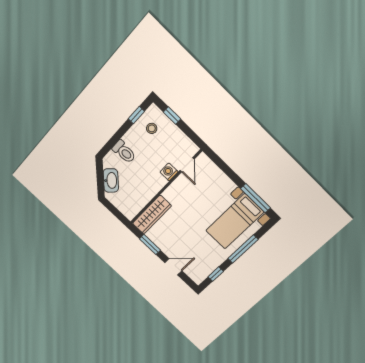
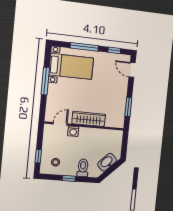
window: (136, 115) -> (69, 178), moved
window: (256, 198) -> (45, 81), moved
wardrobe: (152, 215) -> (89, 119), moved
door: (173, 267) -> (132, 70), moved

